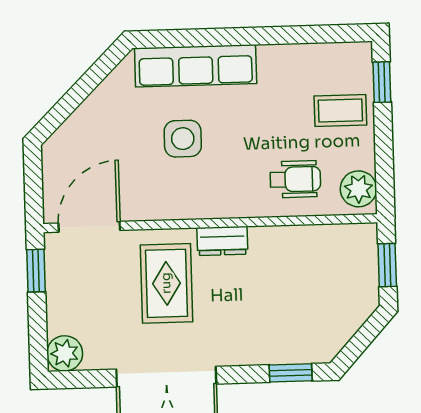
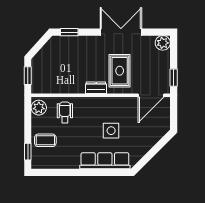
wheelchair: (295, 179) -> (65, 112), turned 90

